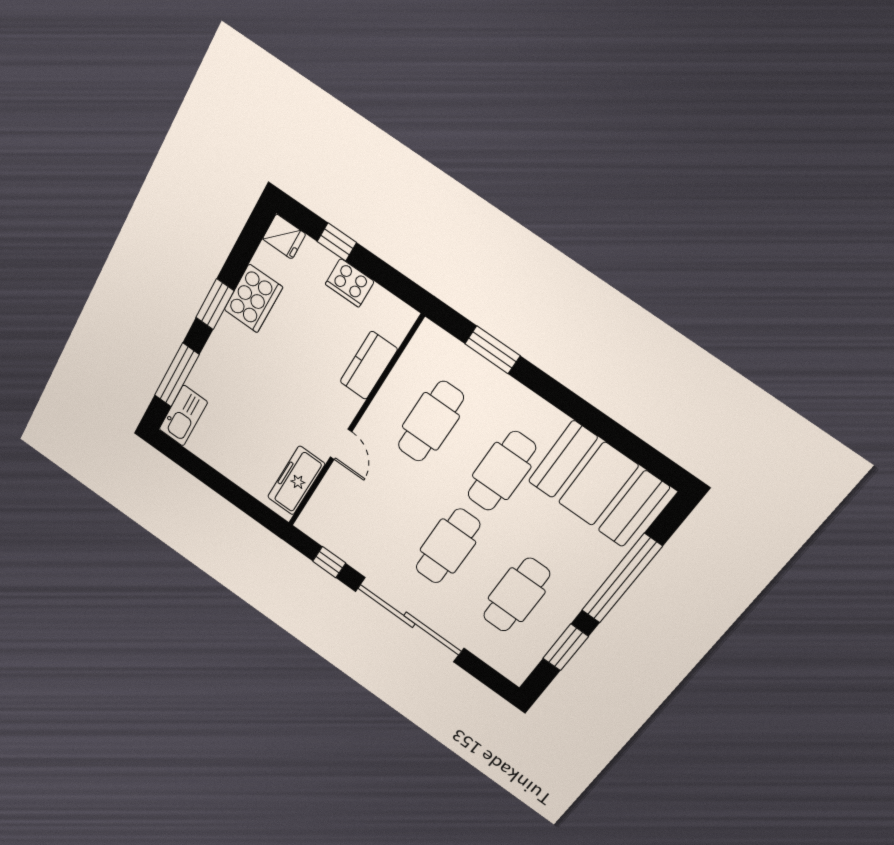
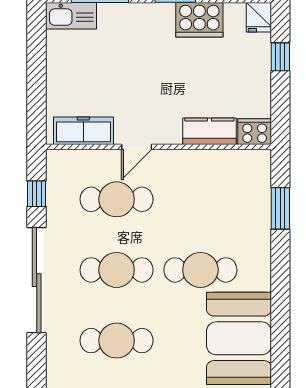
cooker: (350, 283) -> (255, 132), moved, turned 90
cafe table: (431, 421) -> (117, 199), moved

